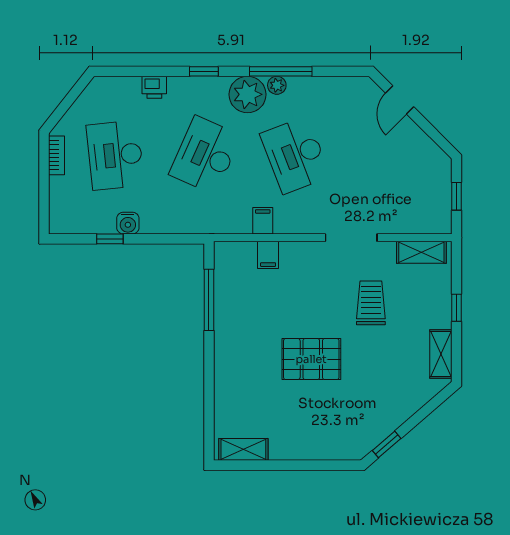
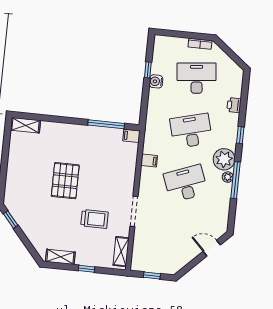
desk: (205, 155) -> (191, 131), turned -39
filing cabinet: (268, 255) -> (131, 136), moved
shelving: (243, 449) -> (25, 125), moved, turned 90

